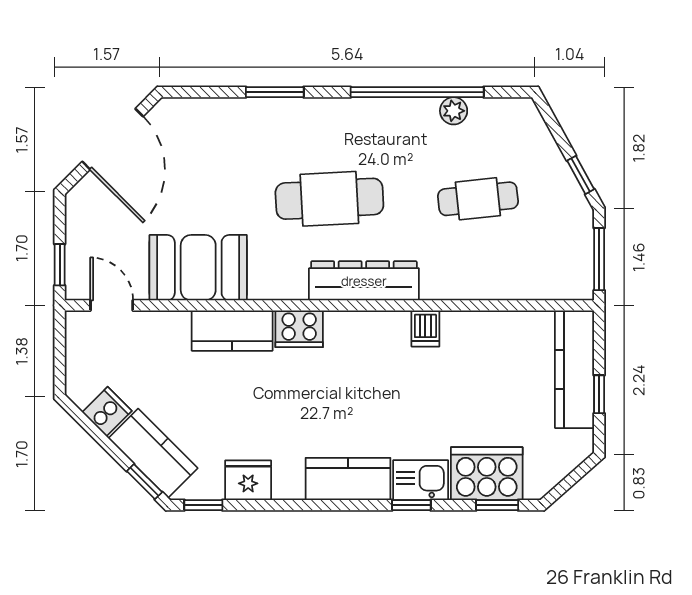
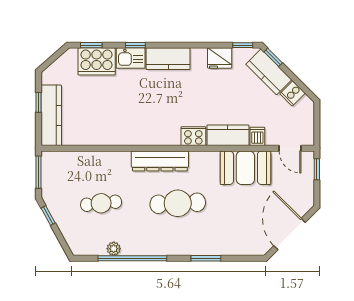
dishwasher: (425, 328) -> (257, 136), moved

